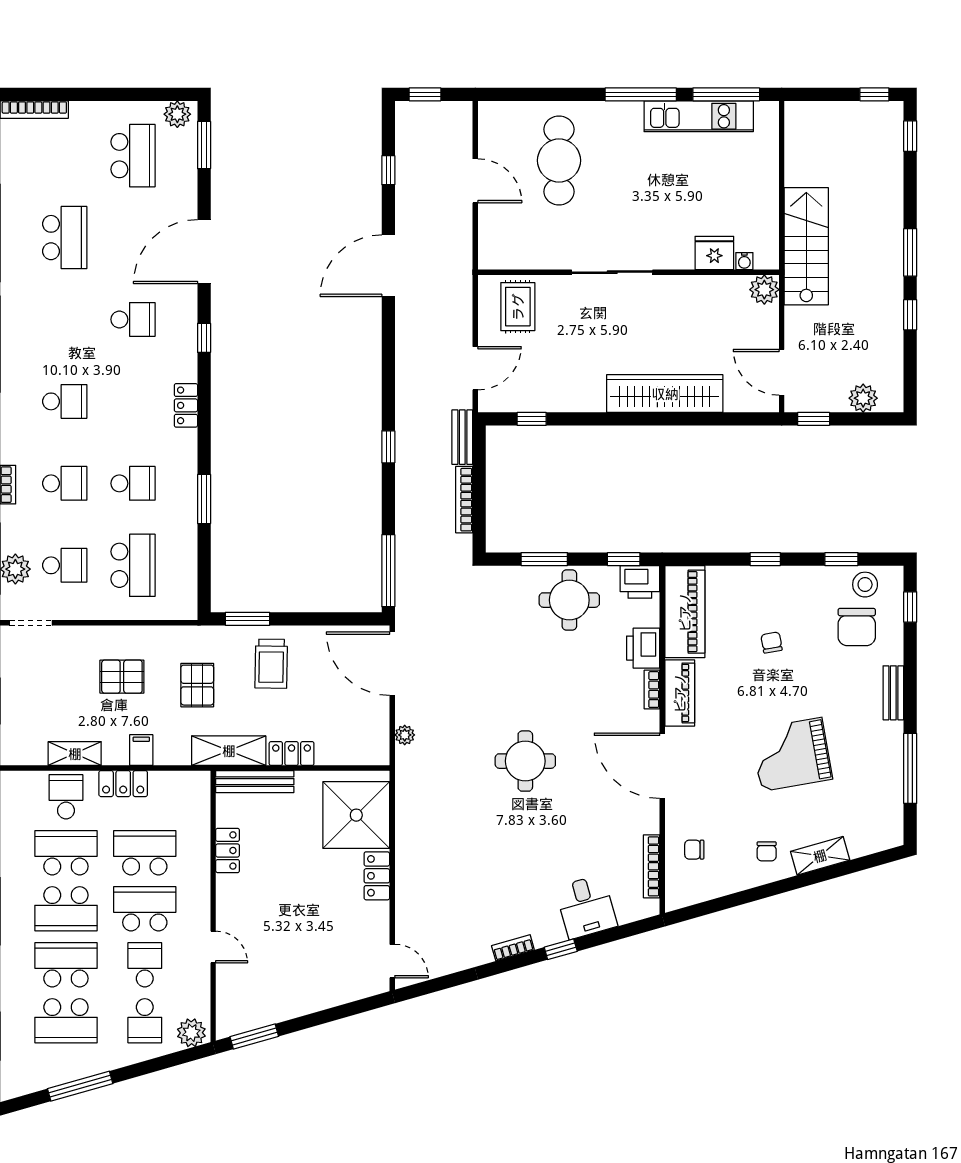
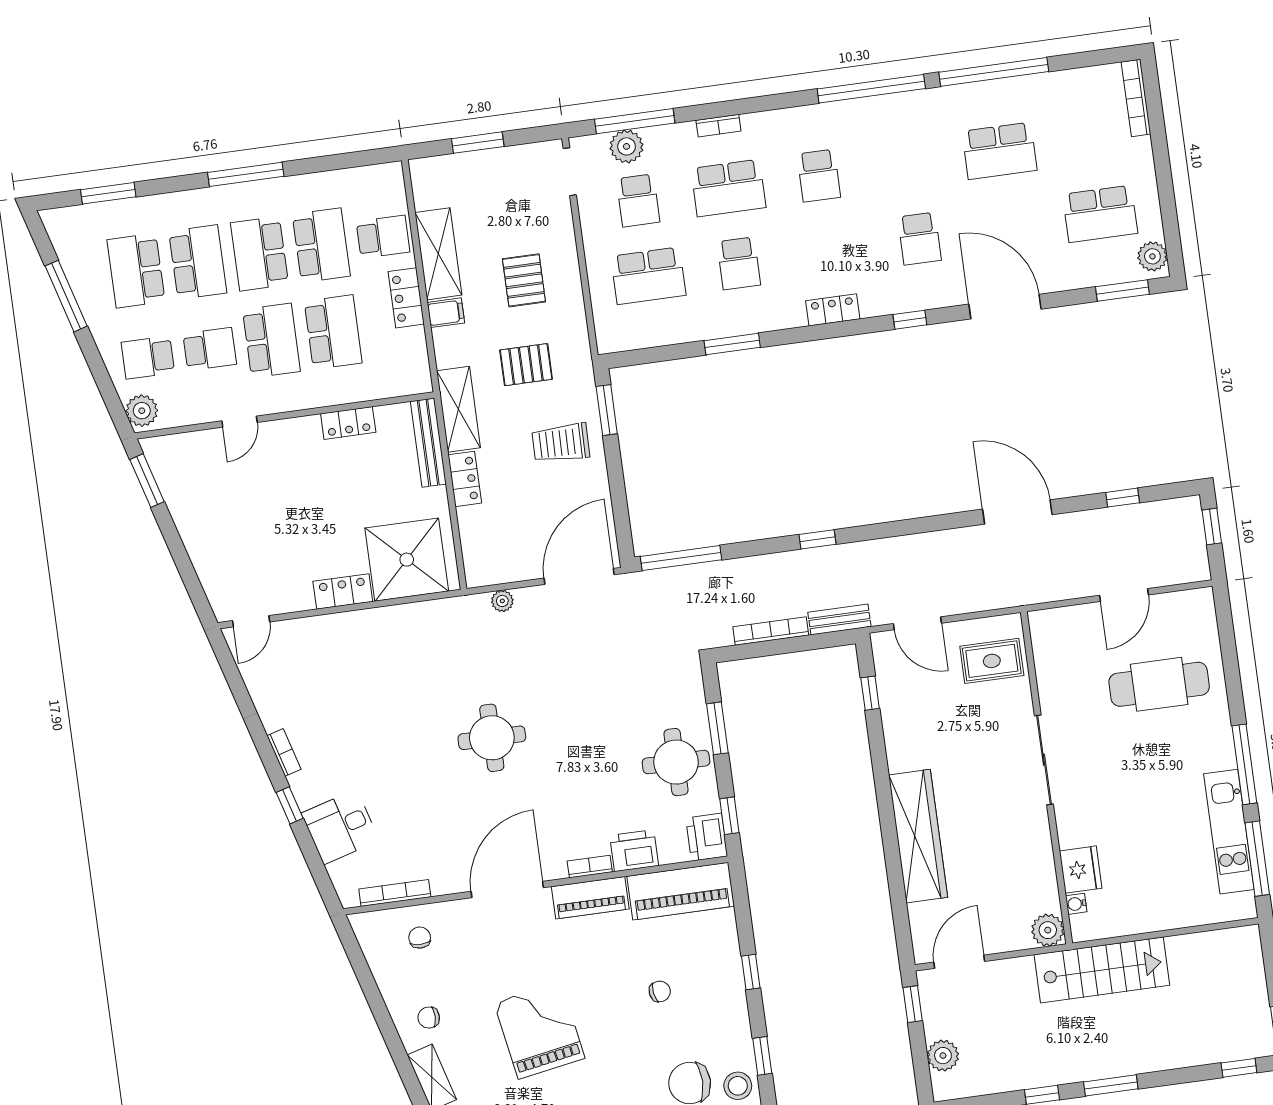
school desk: (65, 483) -> (728, 188), width x1.85
shelving: (75, 754) -> (438, 254), width x1.50, depth x1.33

